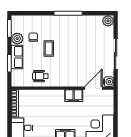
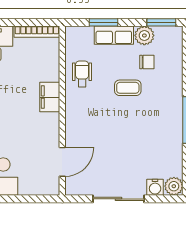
water cooler: (109, 82) -> (155, 187), moved
door: (93, 88) -> (62, 162), hinge flipped
filing cabinet: (74, 96) -> (50, 97), moved

